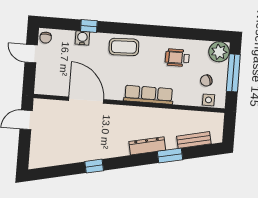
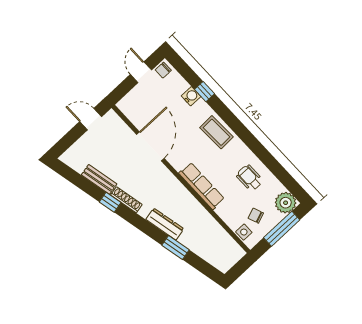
bench: (194, 140) -> (99, 179), moved
shoe rack: (104, 154) -> (126, 200), added

